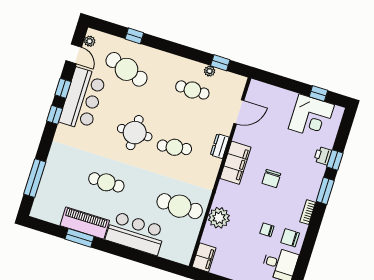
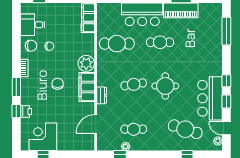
cafe table: (106, 182) -> (160, 42), moved
plant: (219, 218) -> (86, 63), moved
filing cabinet: (210, 238) -> (88, 28), added

